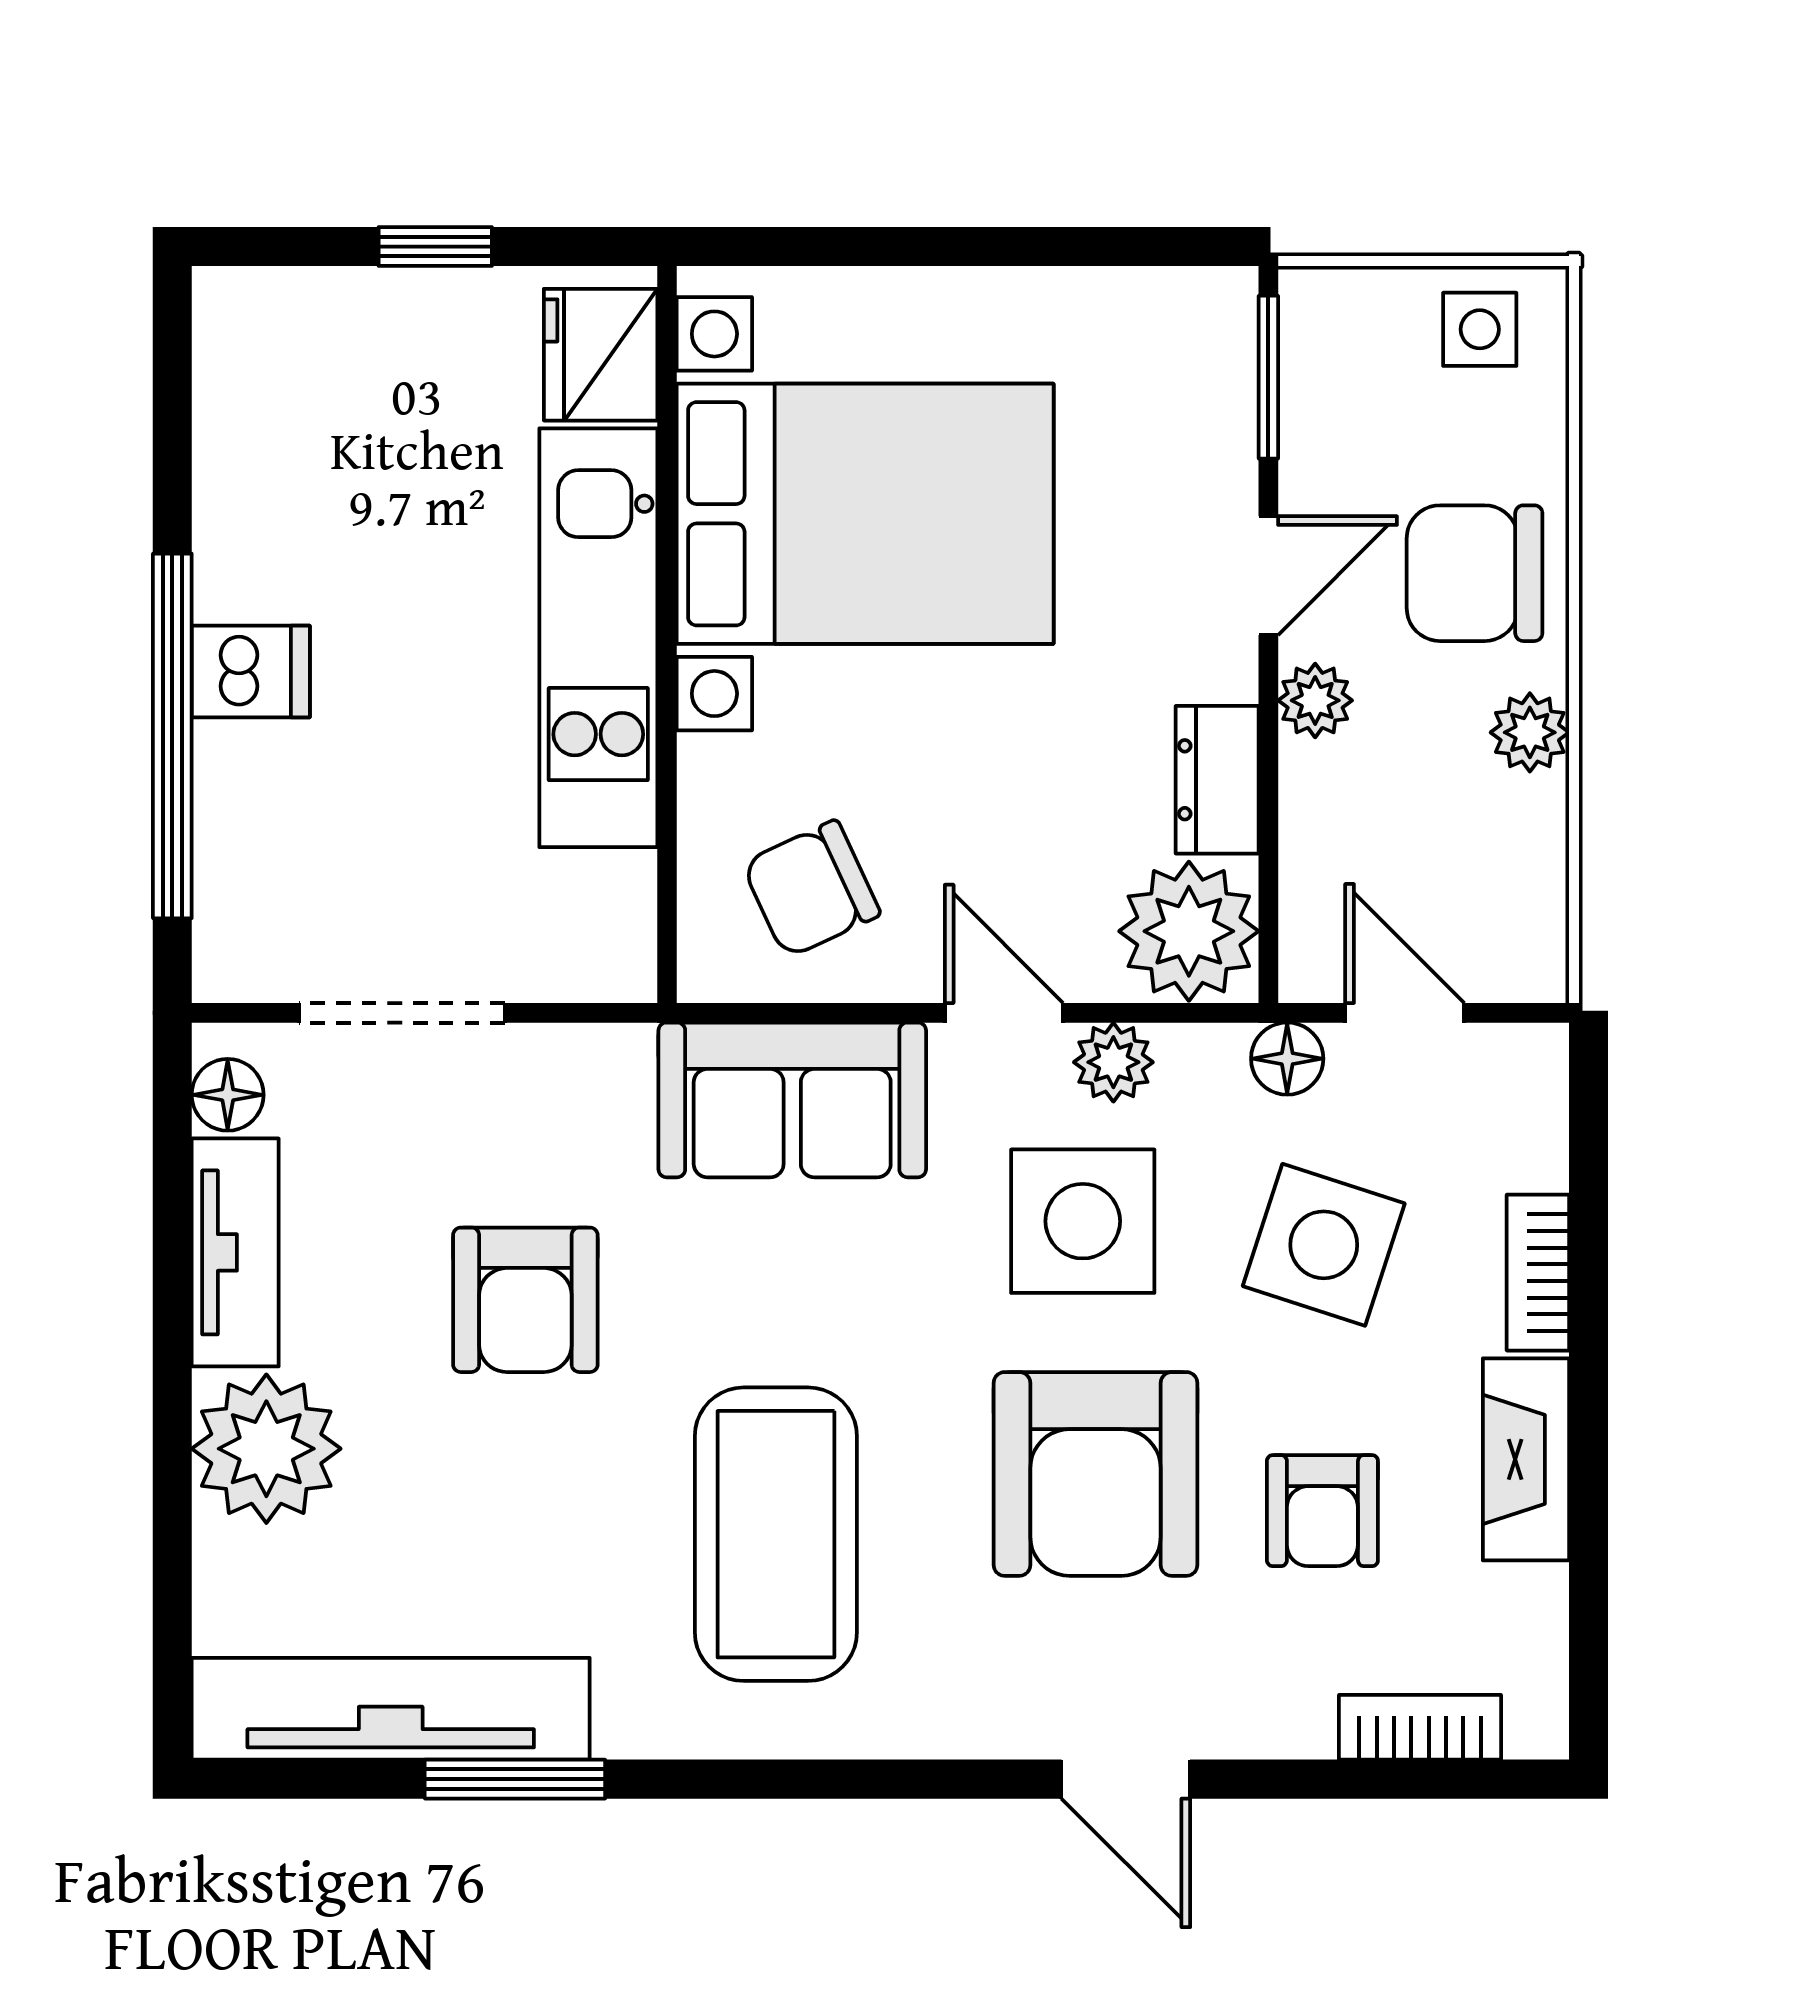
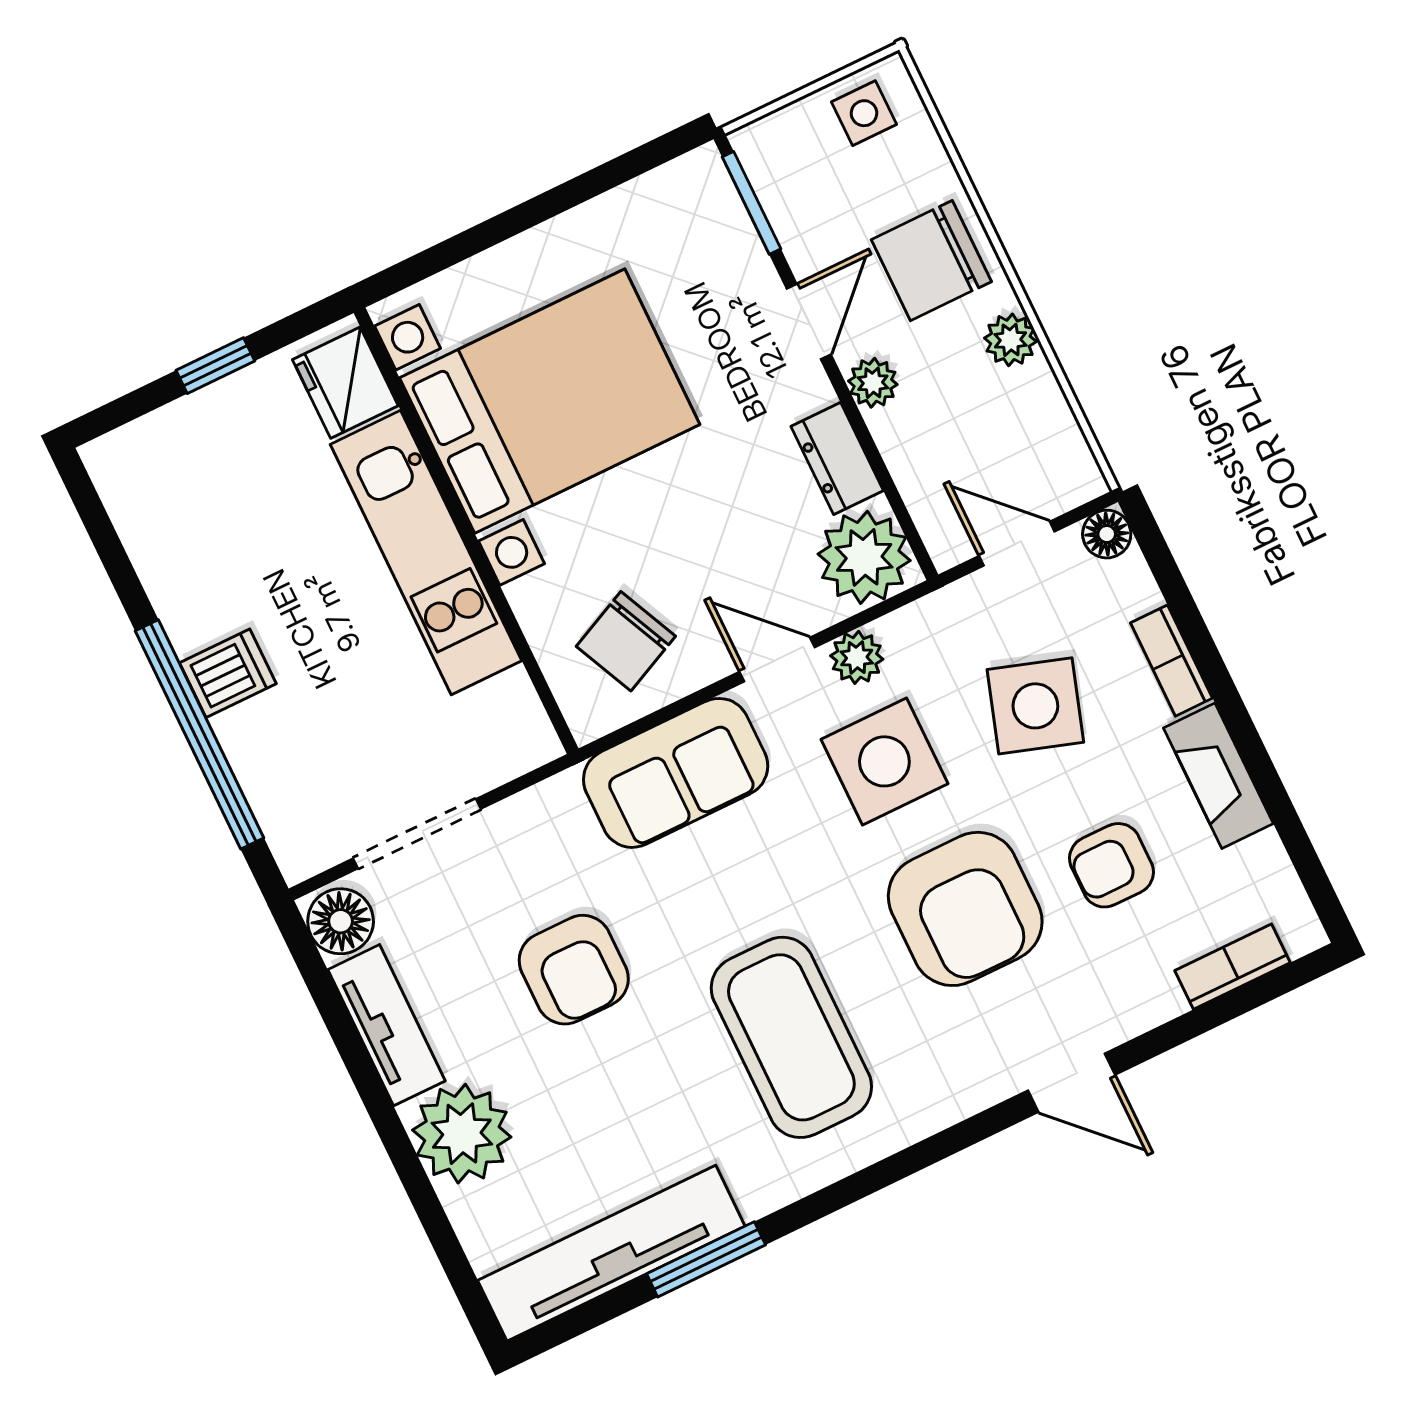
floor lamp: (1287, 1059) -> (1107, 534), moved
floor lamp: (228, 1095) -> (341, 921), width x1.37, depth x1.37
armchair: (1322, 1511) -> (1111, 865), turned 90

